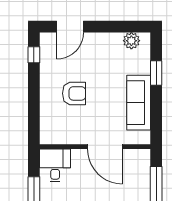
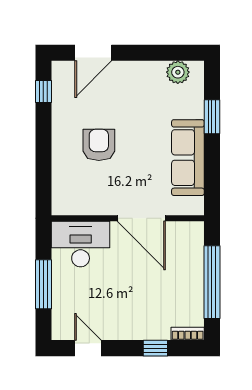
armchair: (74, 93) -> (99, 145), turned -90
desk: (55, 165) -> (81, 244), width x1.37

